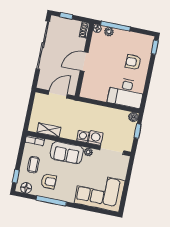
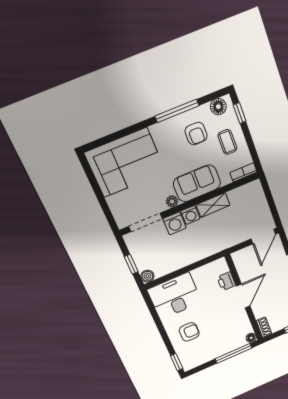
plant: (109, 32) -> (237, 343), removed
printer: (88, 79) -> (226, 281), added
door: (58, 94) -> (263, 236), moved
shelving: (49, 130) -> (213, 205), moved
armchair: (49, 181) -> (196, 134), turned -90

